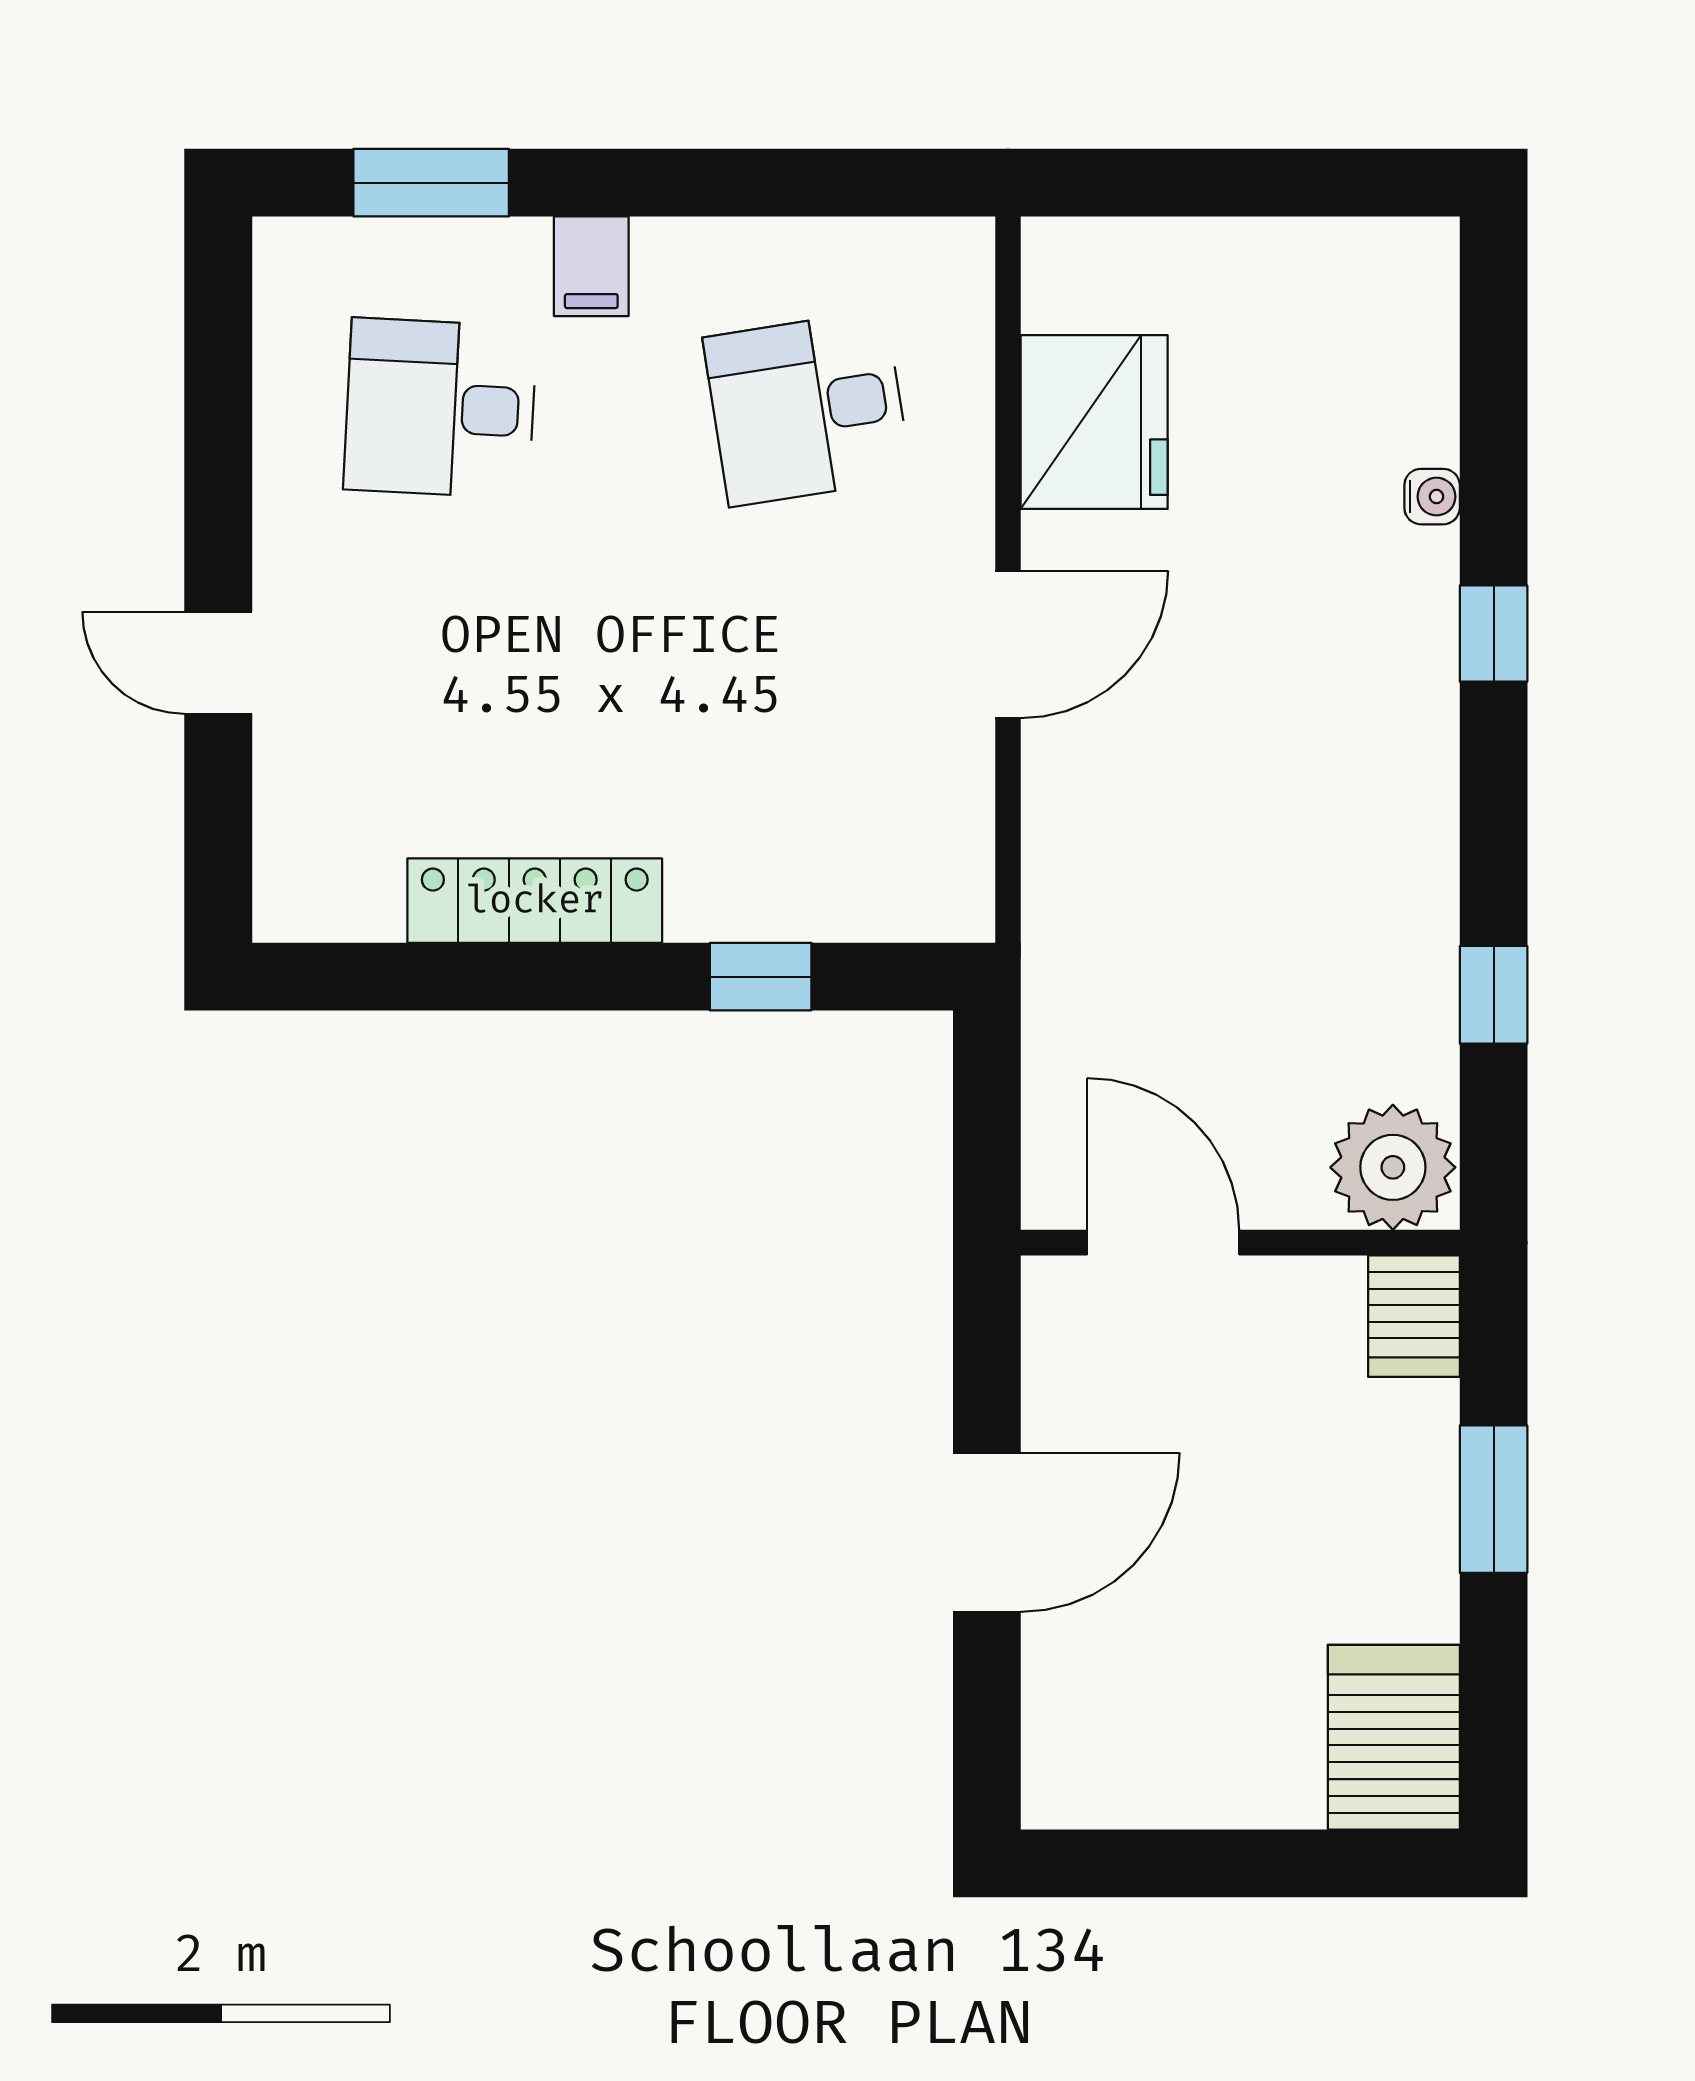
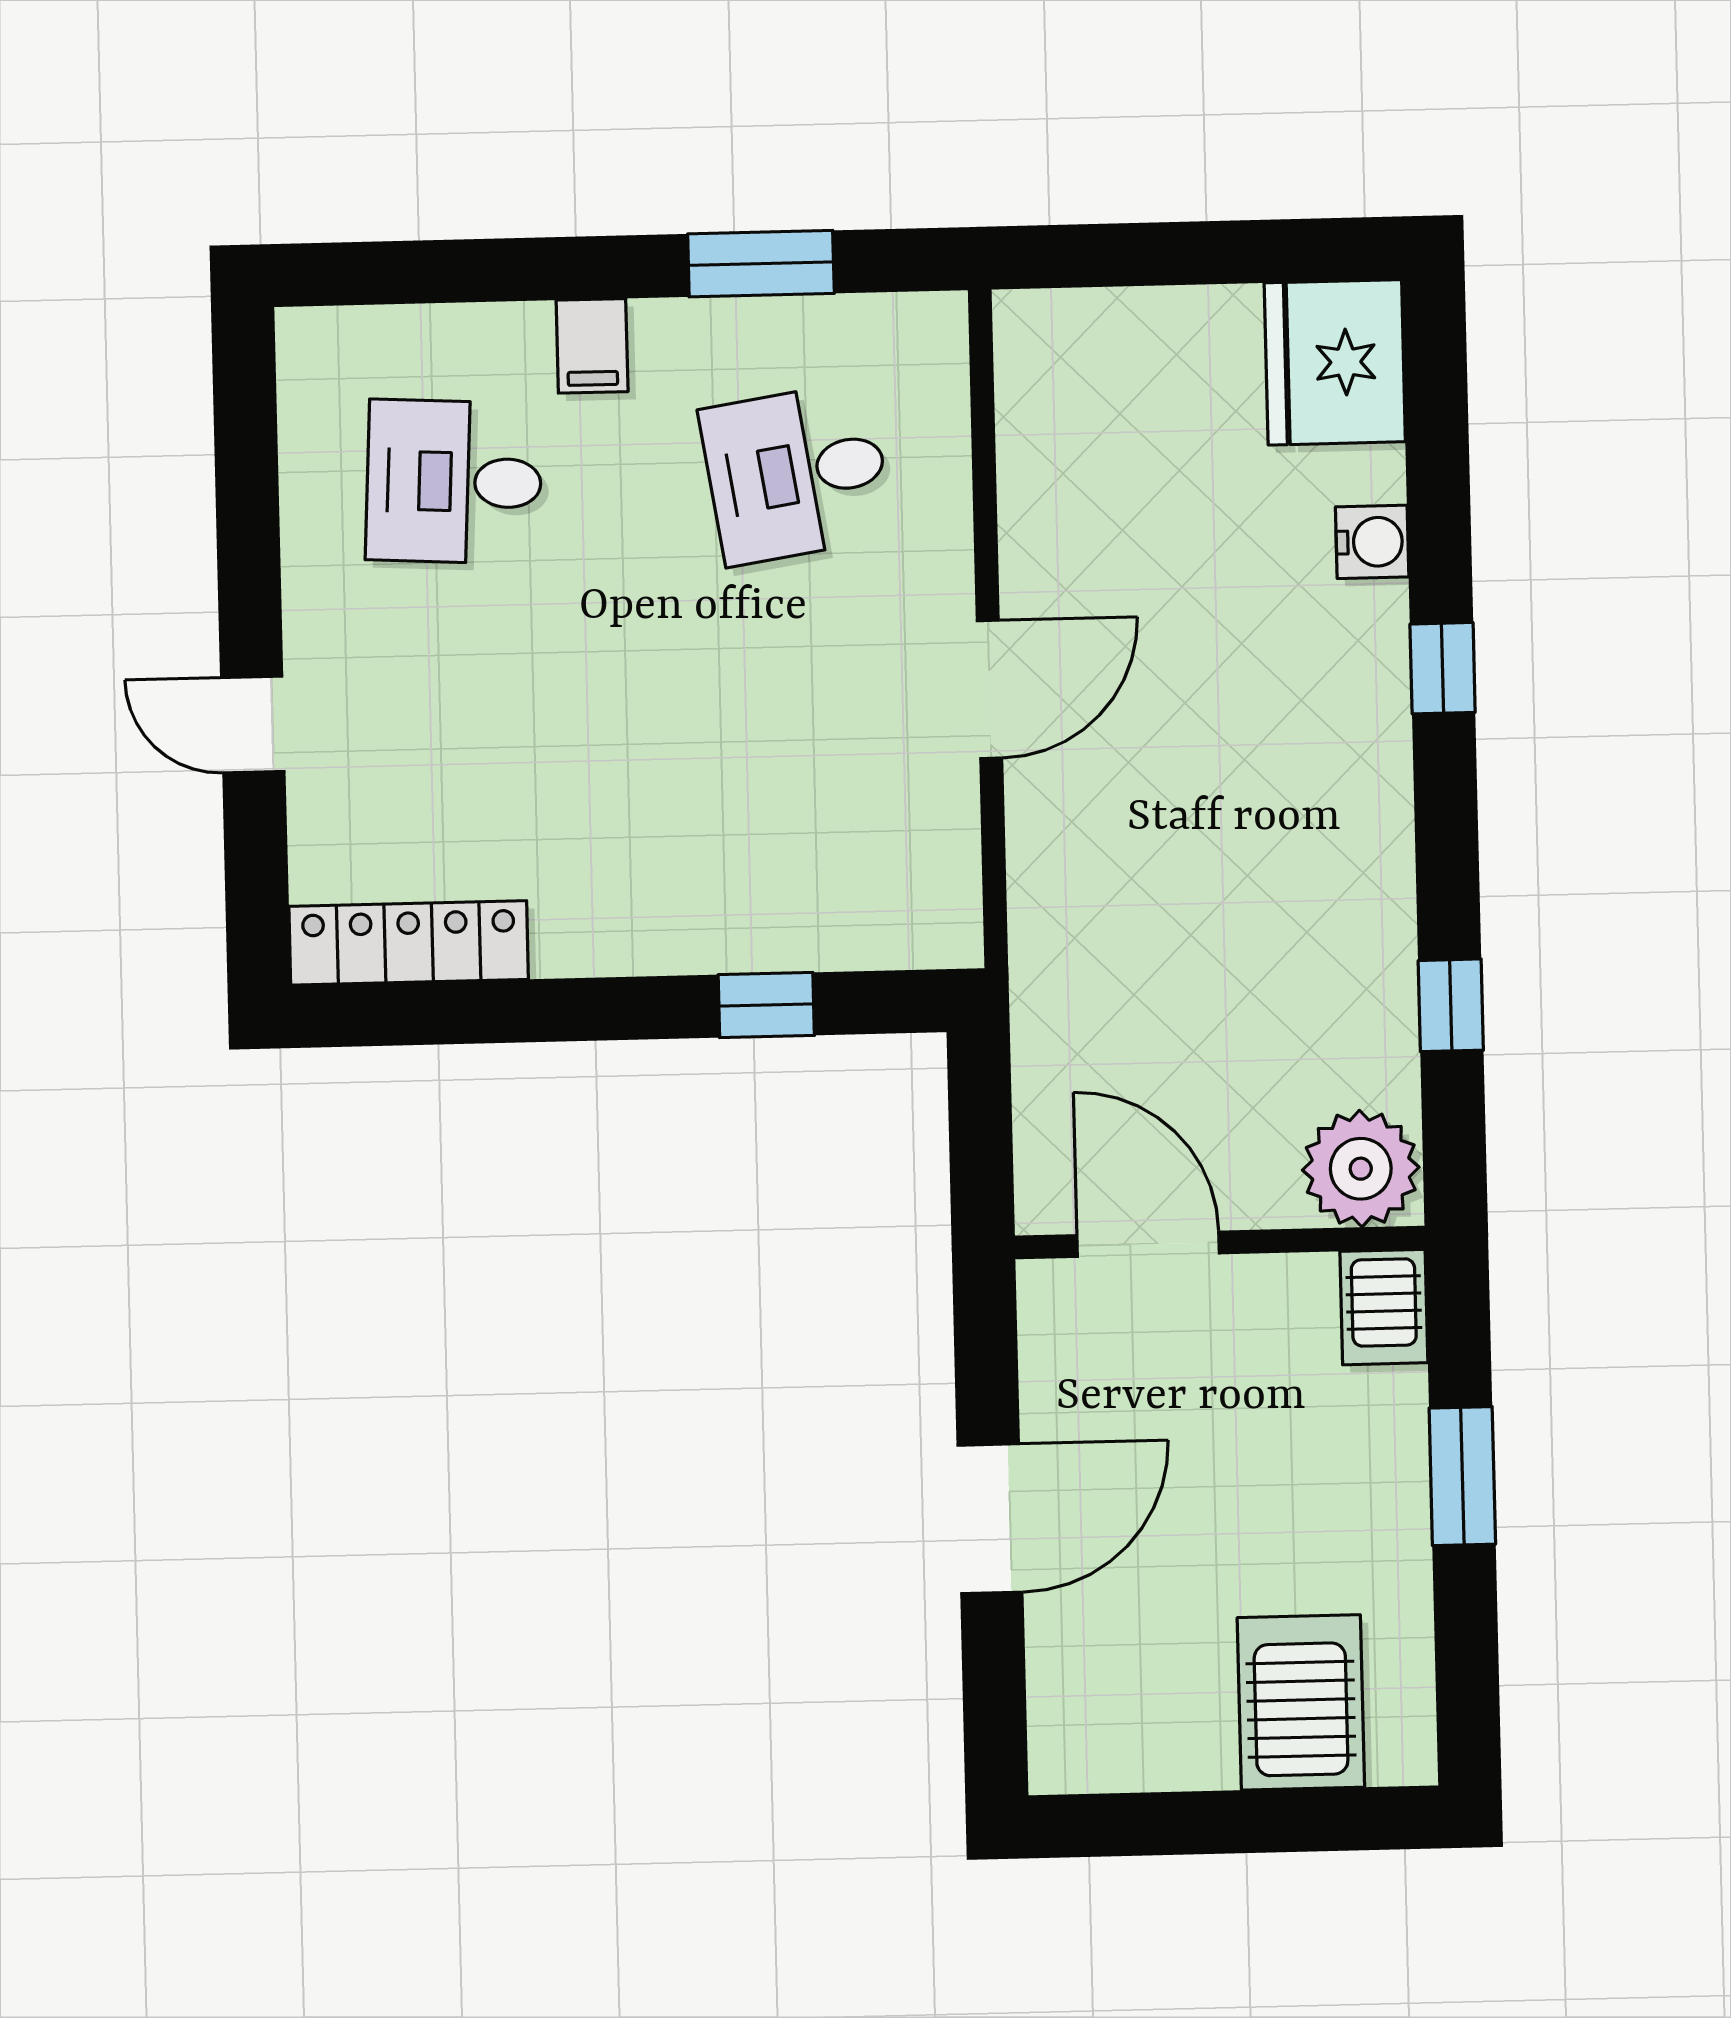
window: (431, 183) -> (761, 264), moved
fridge: (1094, 422) -> (1335, 362), moved, turned 180
water cooler: (1432, 497) -> (1372, 542), width x1.38, depth x1.38
locker: (535, 901) -> (409, 943), moved
server rack: (1394, 1737) -> (1301, 1702), moved

